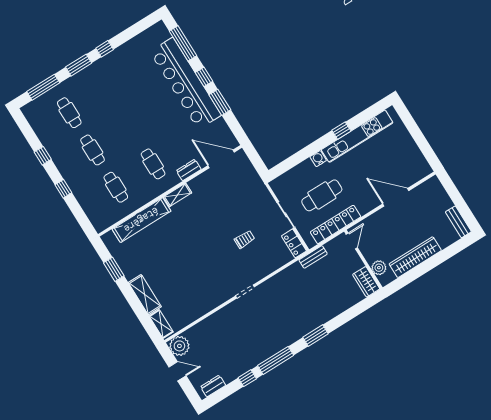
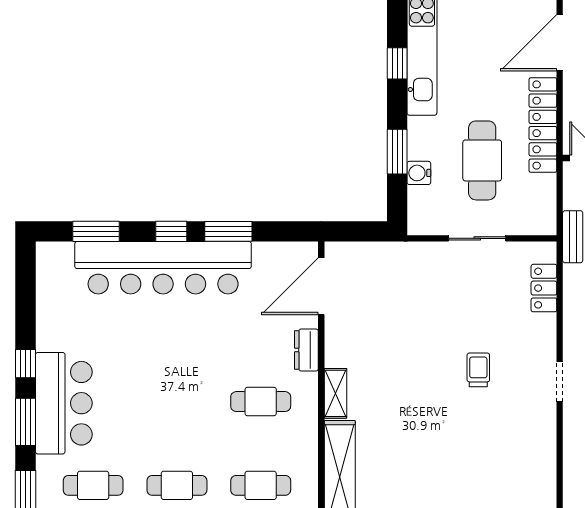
window: (183, 43) -> (96, 231), width x0.69
bar counter: (98, 77) -> (64, 403), added
window: (302, 155) -> (397, 152), added
water cooler: (318, 159) -> (419, 173), moved
locker: (336, 224) -> (543, 125), moved
trolley: (245, 239) -> (478, 370), moved
locker: (294, 243) -> (544, 288), moved, turned 90

